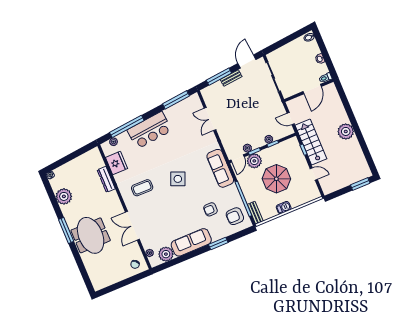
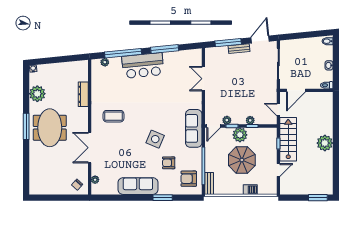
door: (312, 89) -> (296, 90), moved
window: (176, 100) -> (165, 49), moved
plant: (254, 161) -> (240, 135), moved
fridge: (117, 163) -> (99, 83), removed
door: (314, 174) -> (278, 170), hinge flipped
side table: (178, 179) -> (155, 139), moved
barbecue: (284, 208) -> (250, 190), moved
meeting table: (91, 235) -> (50, 128), moved
plant: (166, 254) -> (110, 187), removed

